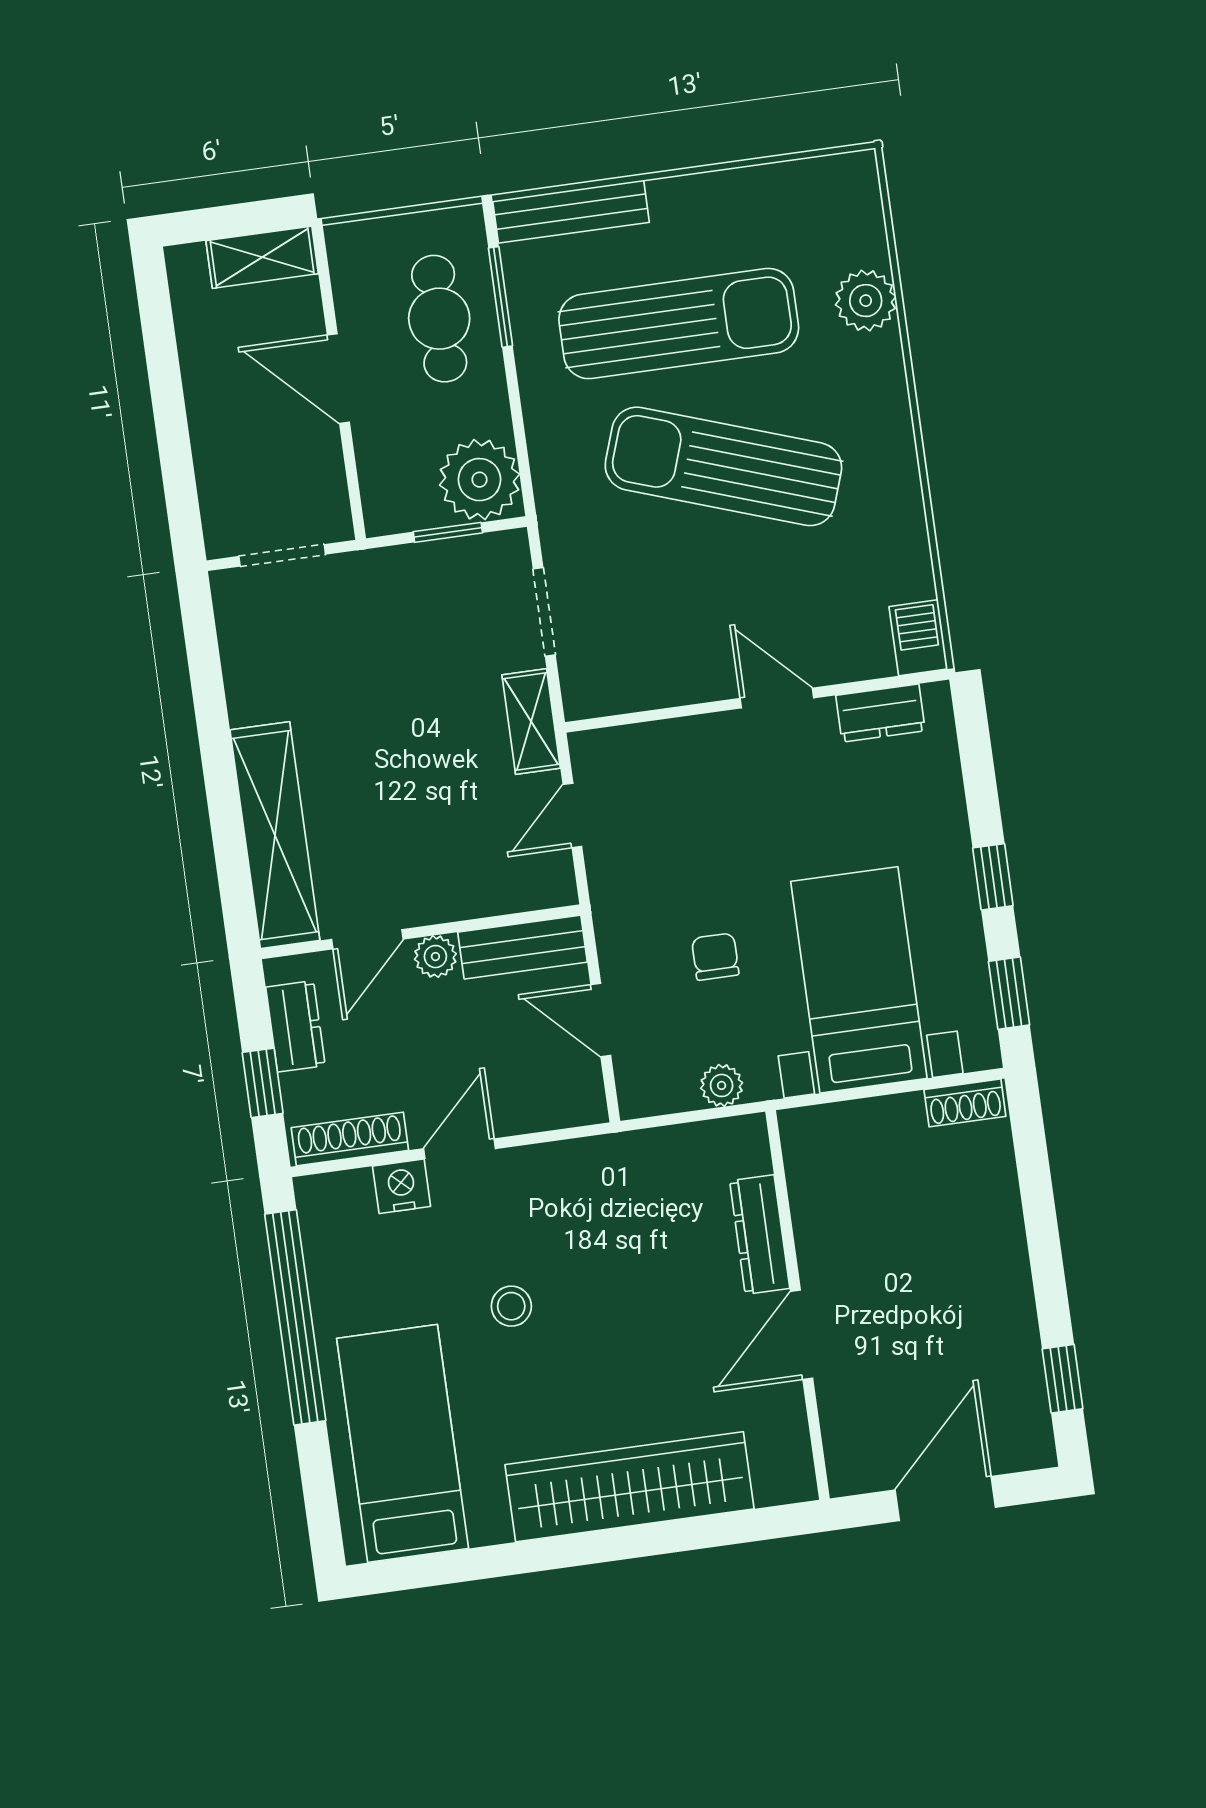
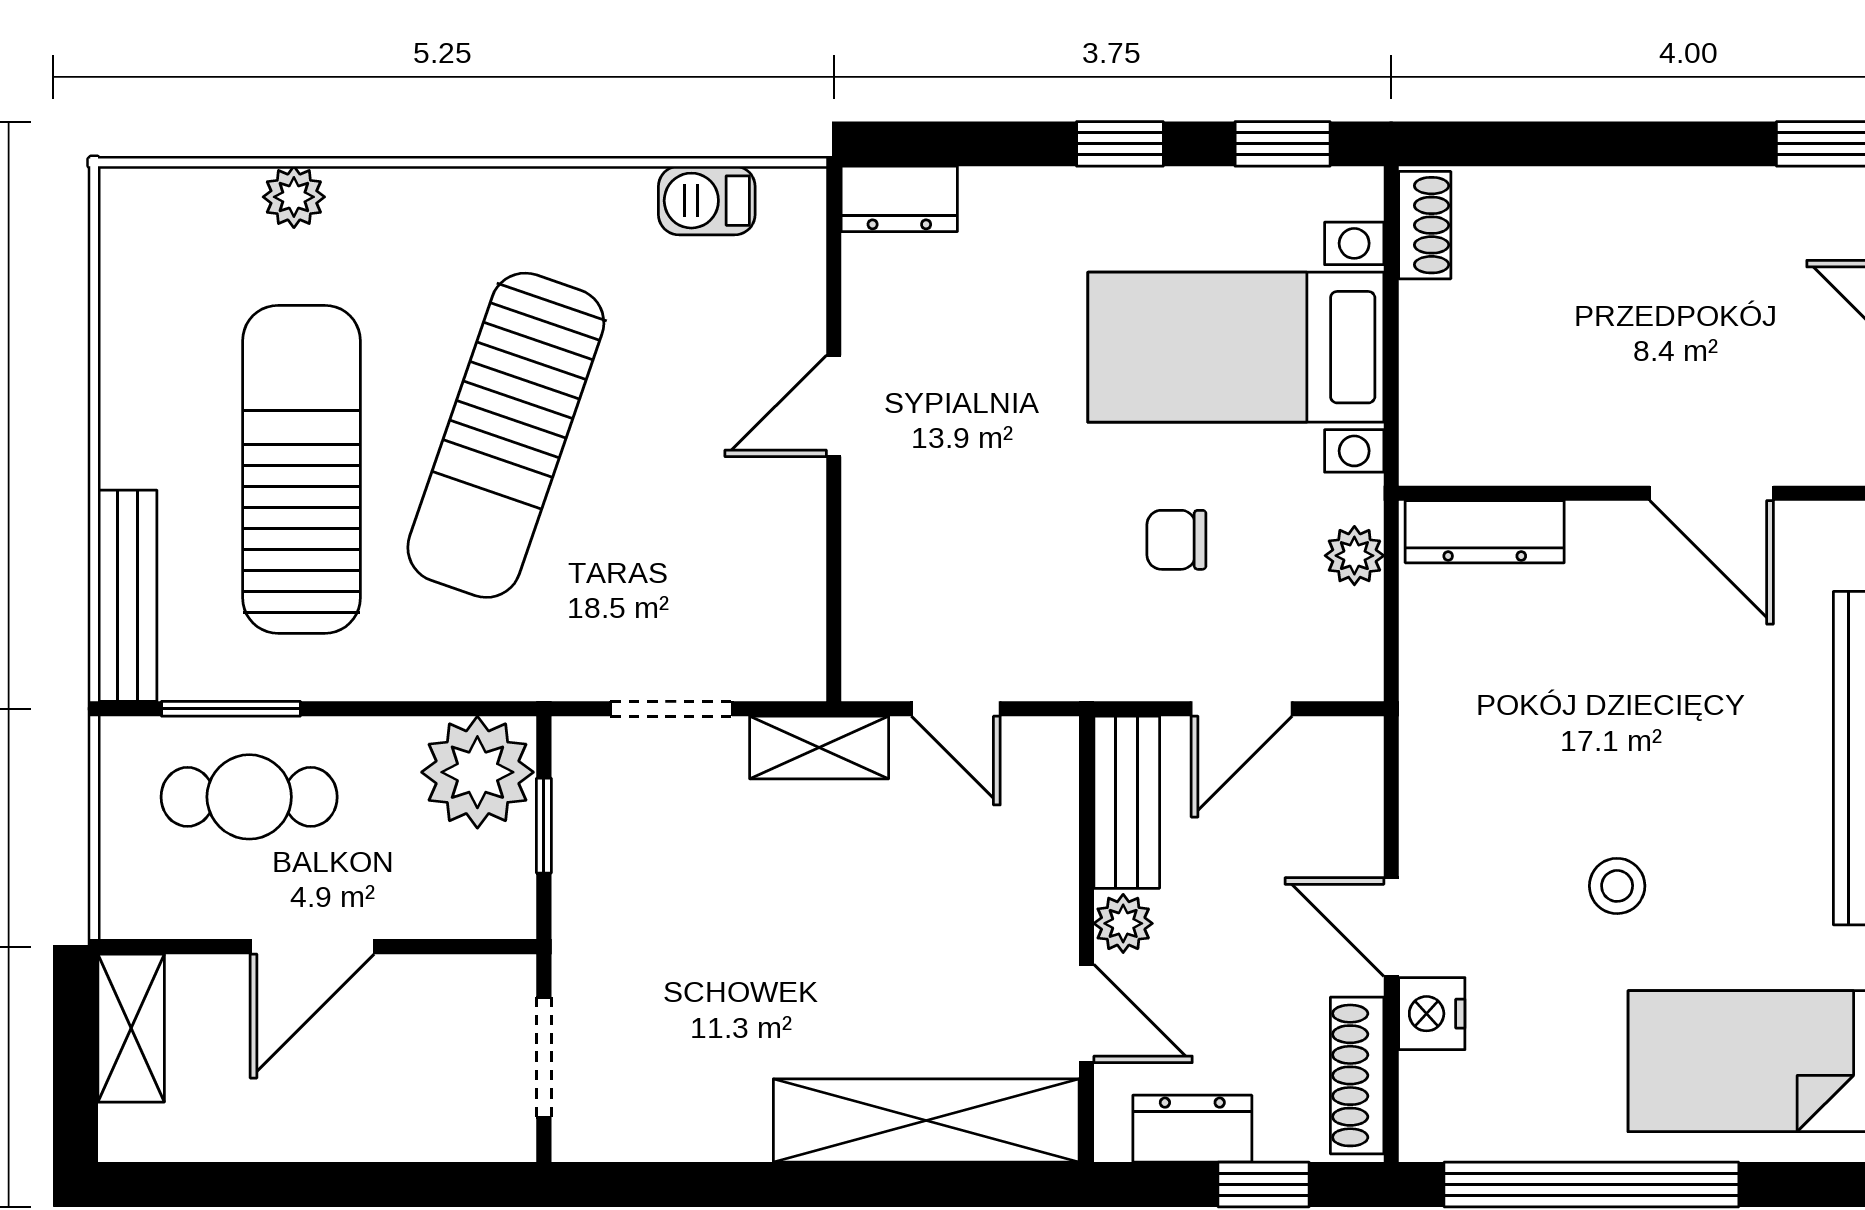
plant: (866, 301) -> (294, 197), width x0.73, depth x0.73
barbecue: (918, 638) -> (707, 201), moved
dresser: (880, 713) -> (899, 199), moved, turned 90
dresser: (760, 1235) -> (1485, 532), moved

